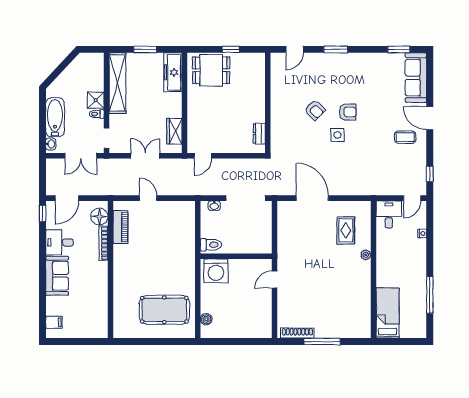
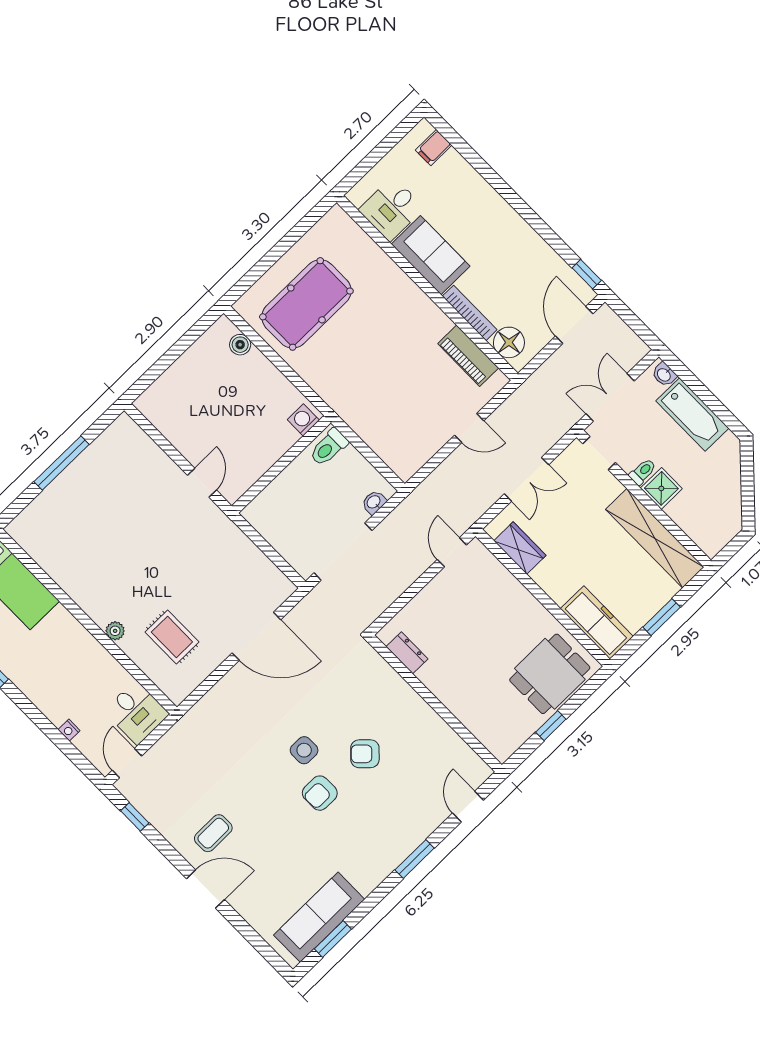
sofa: (416, 78) -> (319, 917), moved, turned -90
desk: (59, 242) -> (391, 209), moved, turned 180
washing machine: (216, 271) -> (303, 420), width x0.53, depth x0.53
sofa: (57, 276) -> (431, 255), moved, turned 180
shoe rack: (297, 333) -> (104, 443), removed

